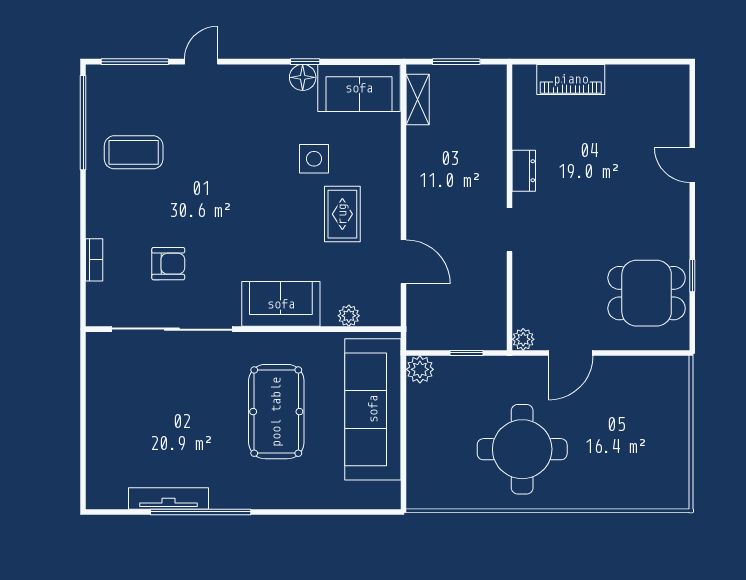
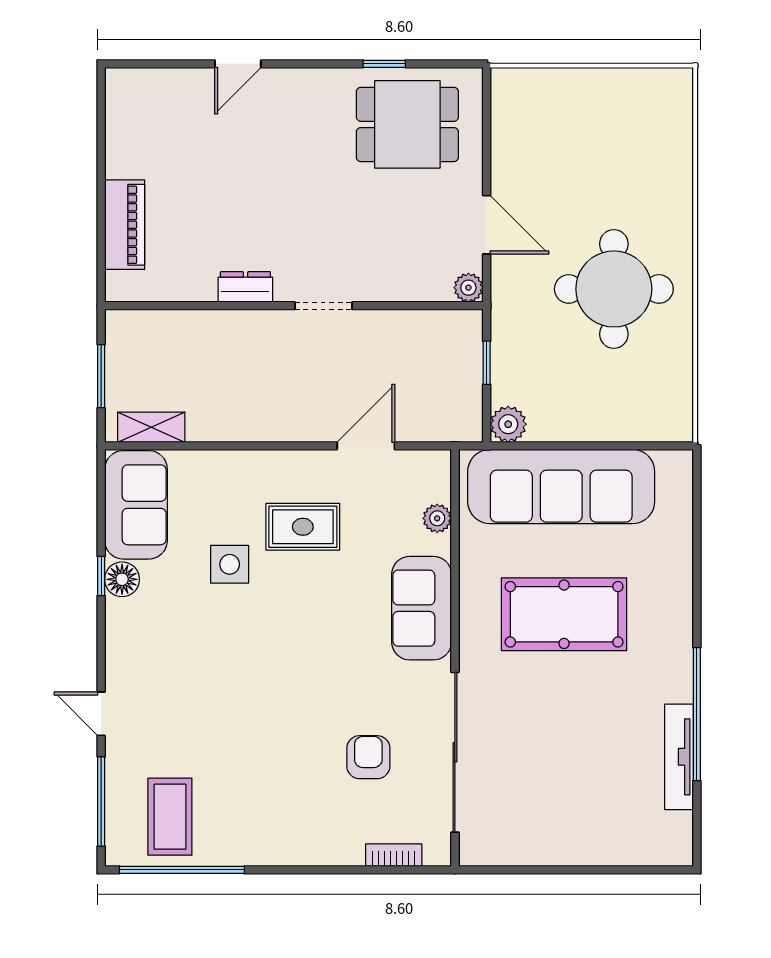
coffee table: (134, 152) -> (170, 817), moved
bookcase: (94, 260) -> (394, 855), moved
dining table: (647, 293) -> (407, 124), turned 90

